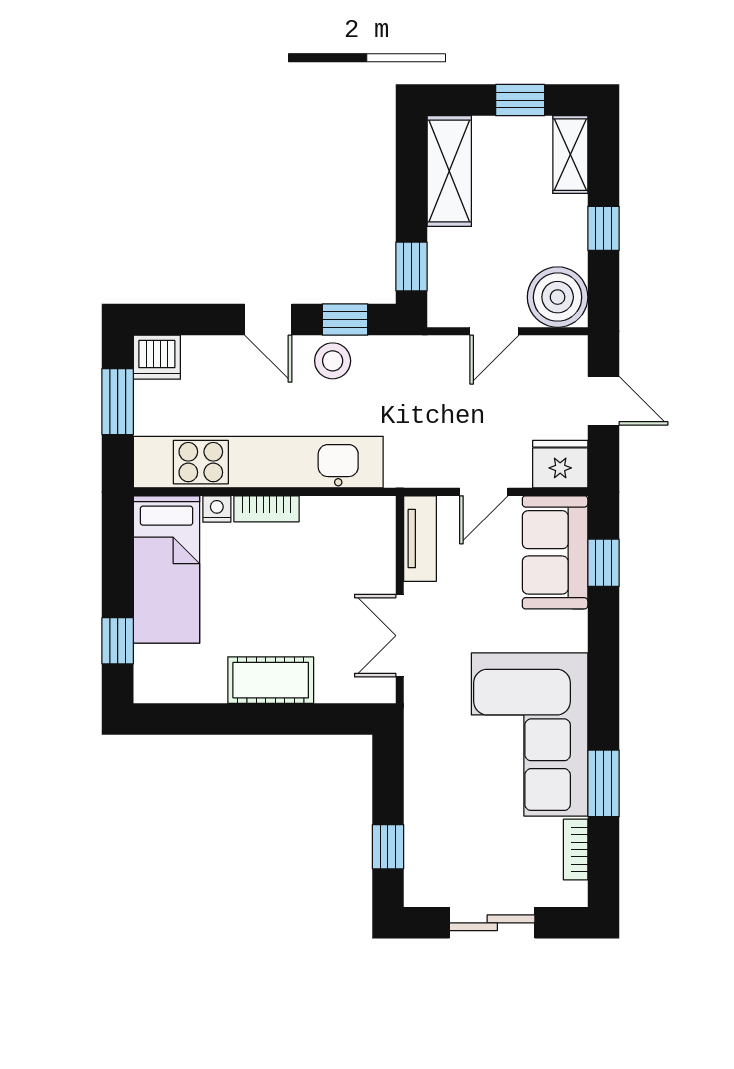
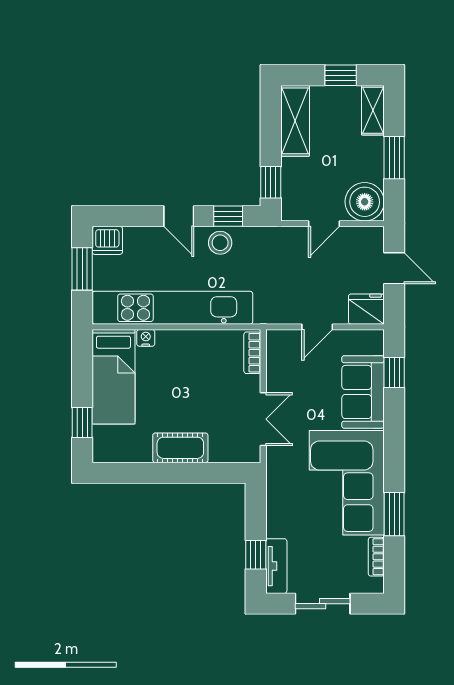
window: (603, 228) -> (394, 158), width x1.50
bookcase: (267, 509) -> (252, 353), moved, turned 90
tv unit: (420, 539) -> (276, 566), moved
sofa: (555, 552) -> (363, 392), moved
double door: (400, 636) -> (263, 419), swing flipped

